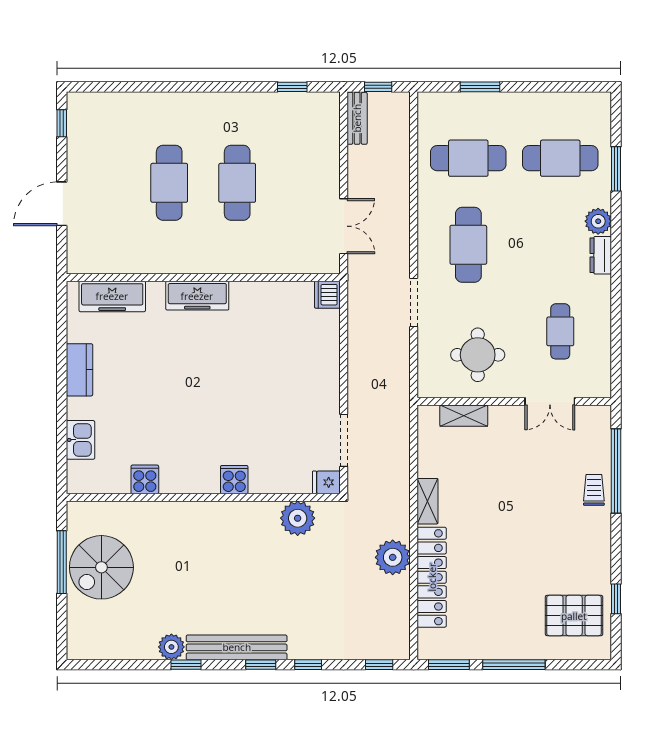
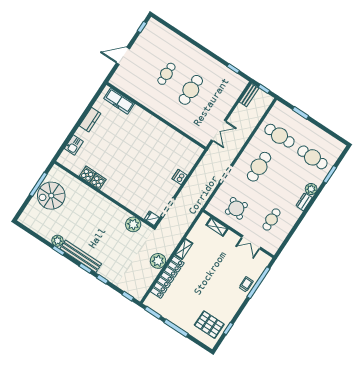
cafe table: (169, 183) -> (166, 74), width x0.73, depth x0.74
dishwasher: (327, 295) -> (180, 177), moved
freezer: (197, 296) -> (150, 121), removed
round table: (478, 355) -> (236, 208), turned 35
cooker: (234, 480) -> (98, 181), moved

